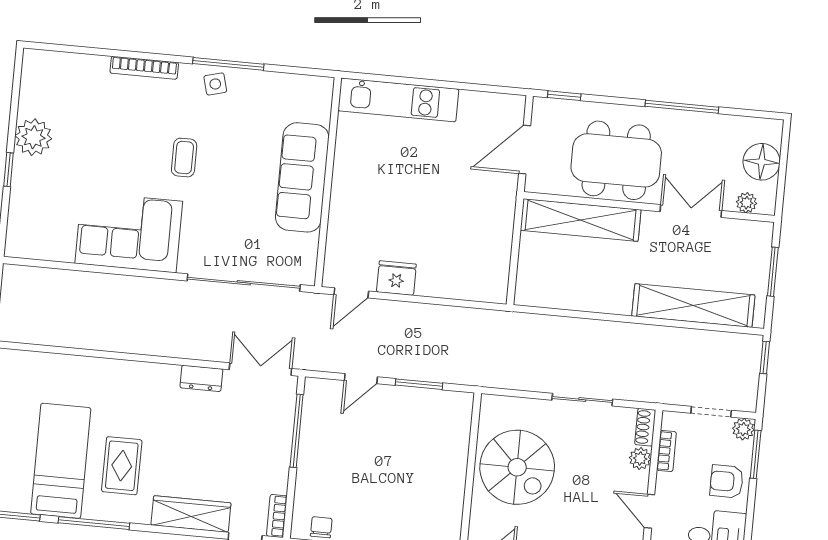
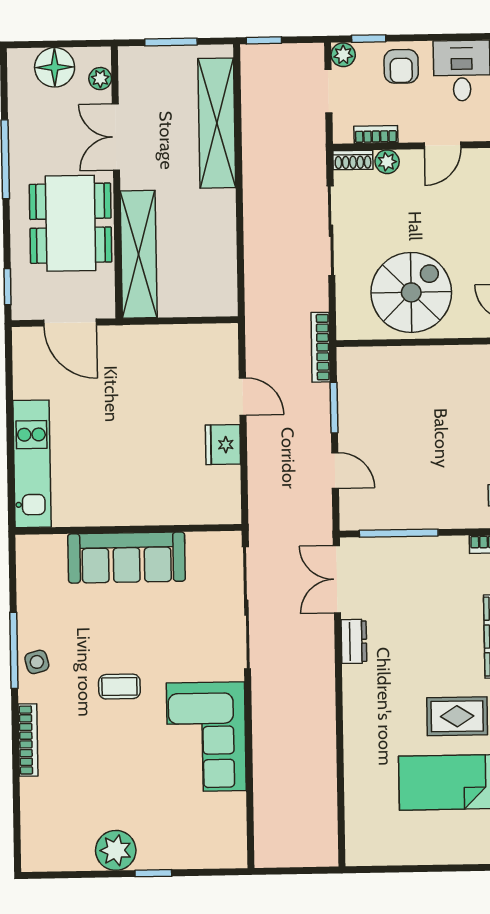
door: (351, 293) -> (243, 397), moved
bookcase: (476, 378) -> (321, 347), added
sliding door: (582, 400) -> (331, 231), width x1.37
window: (756, 454) -> (369, 39), width x0.67

